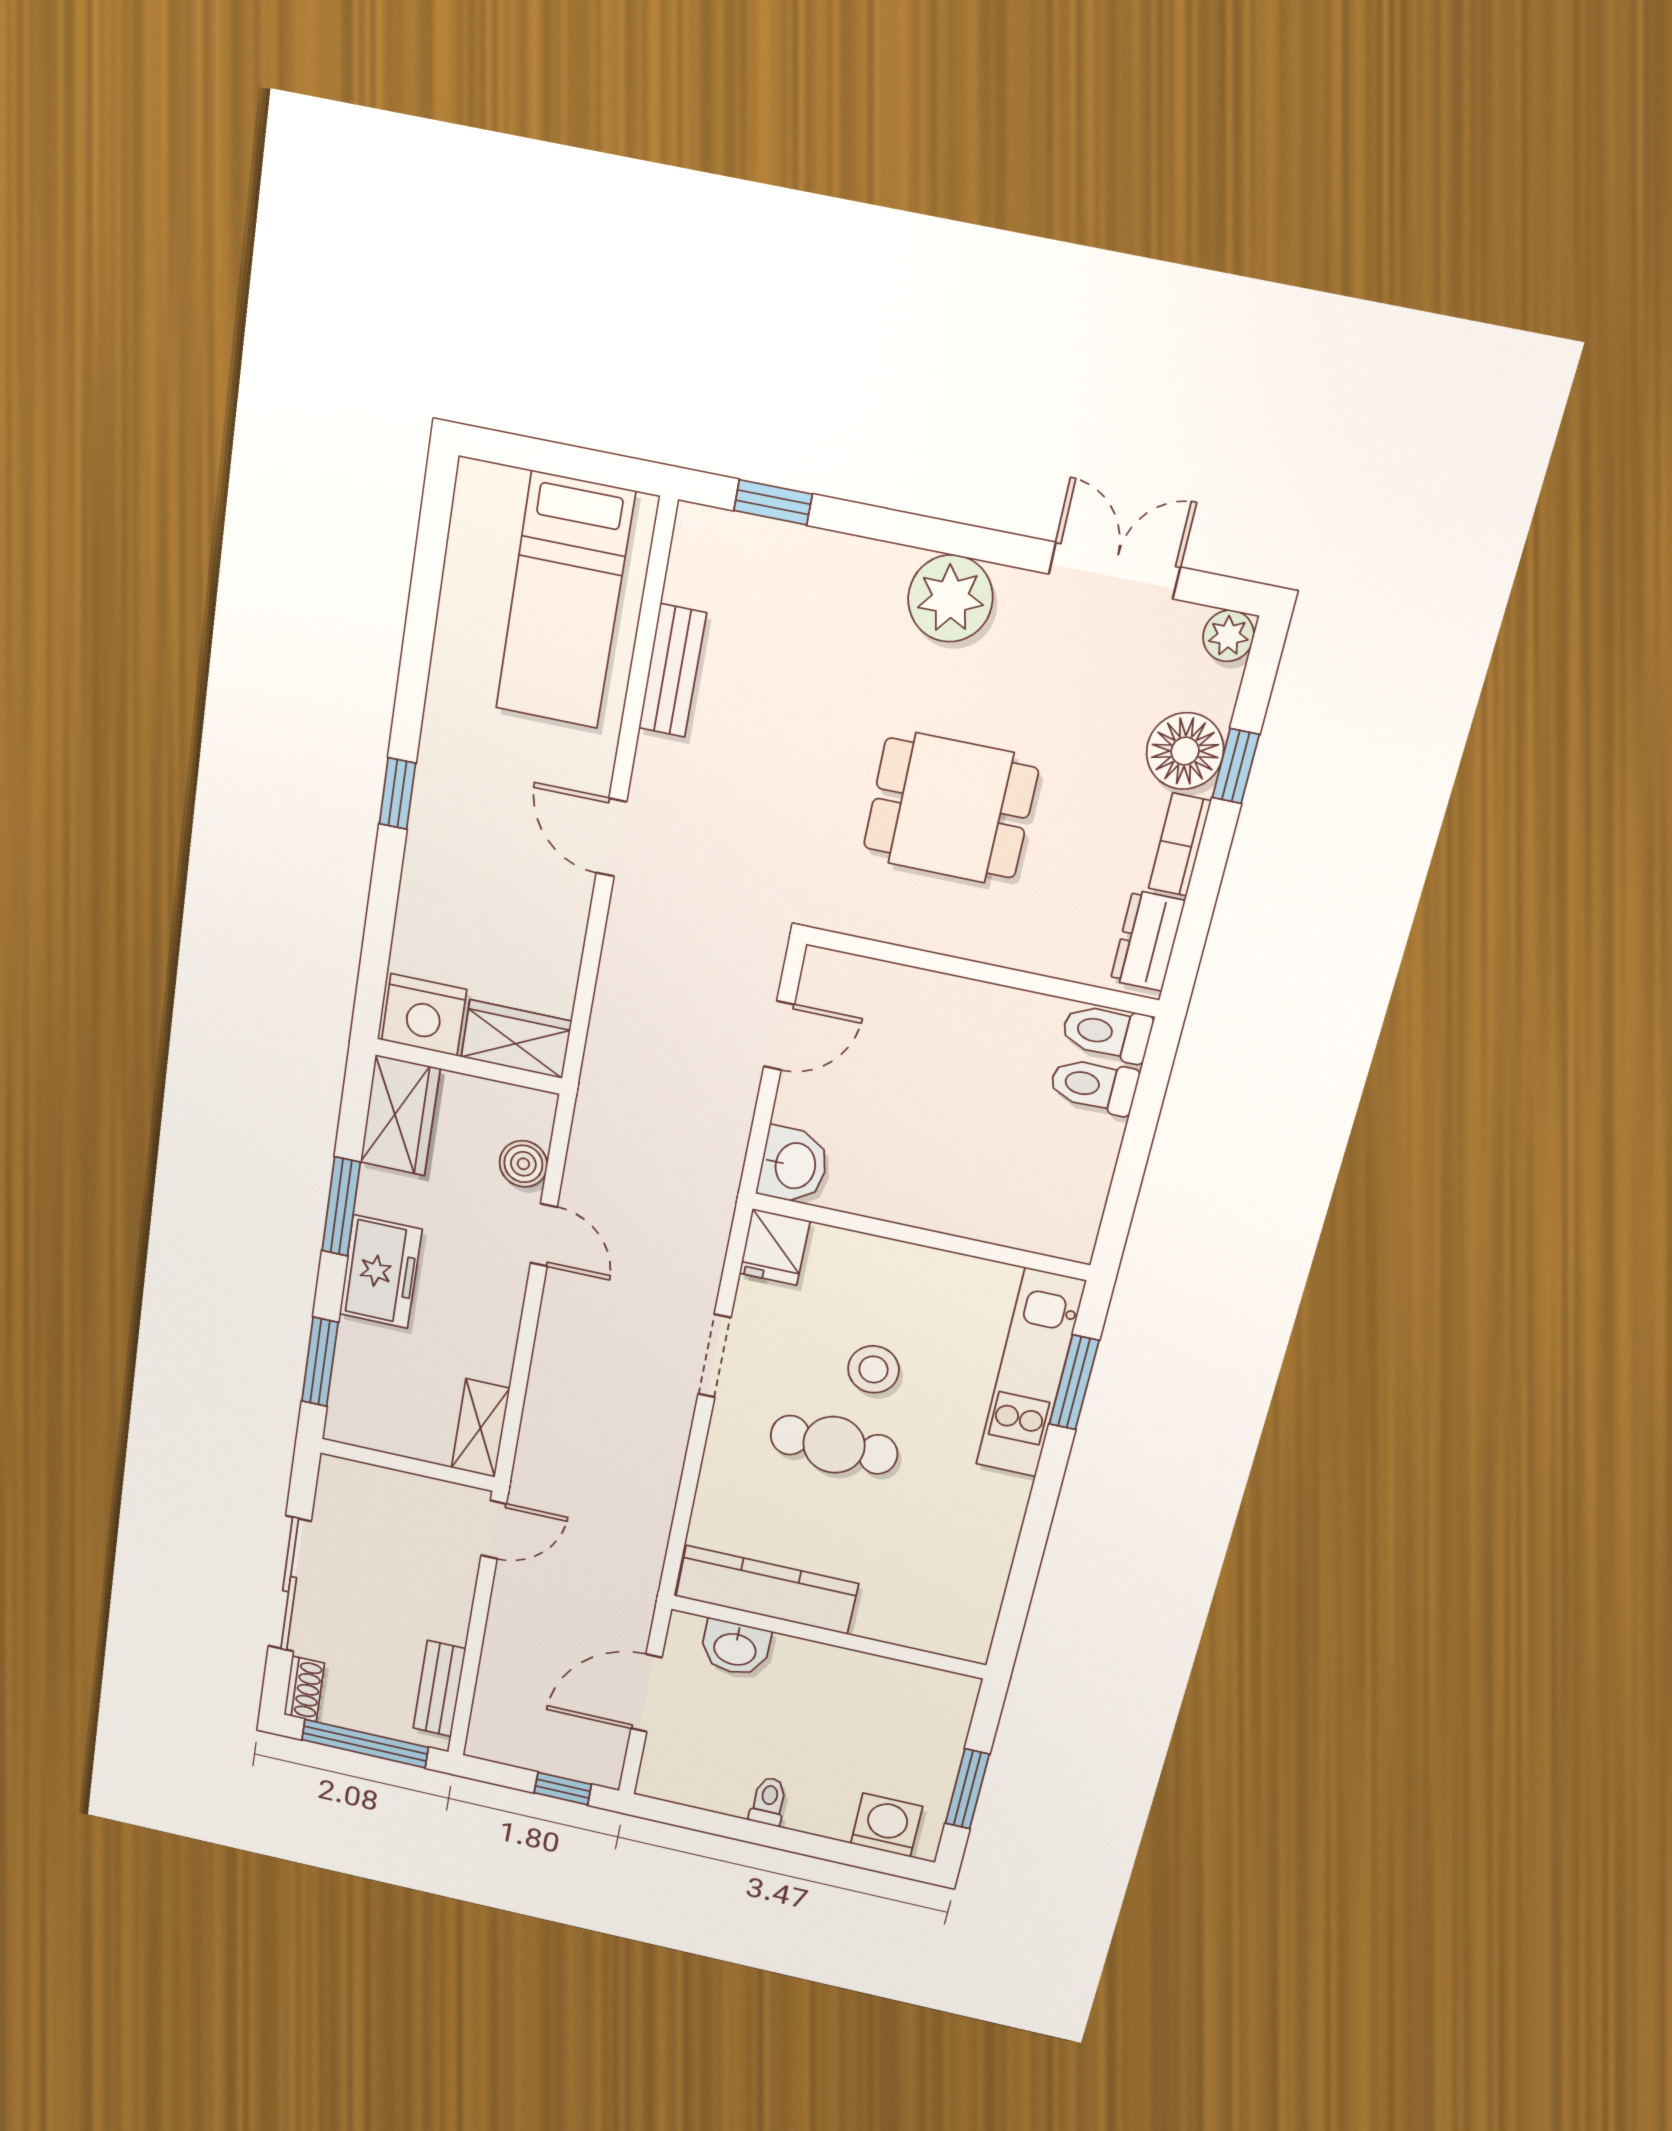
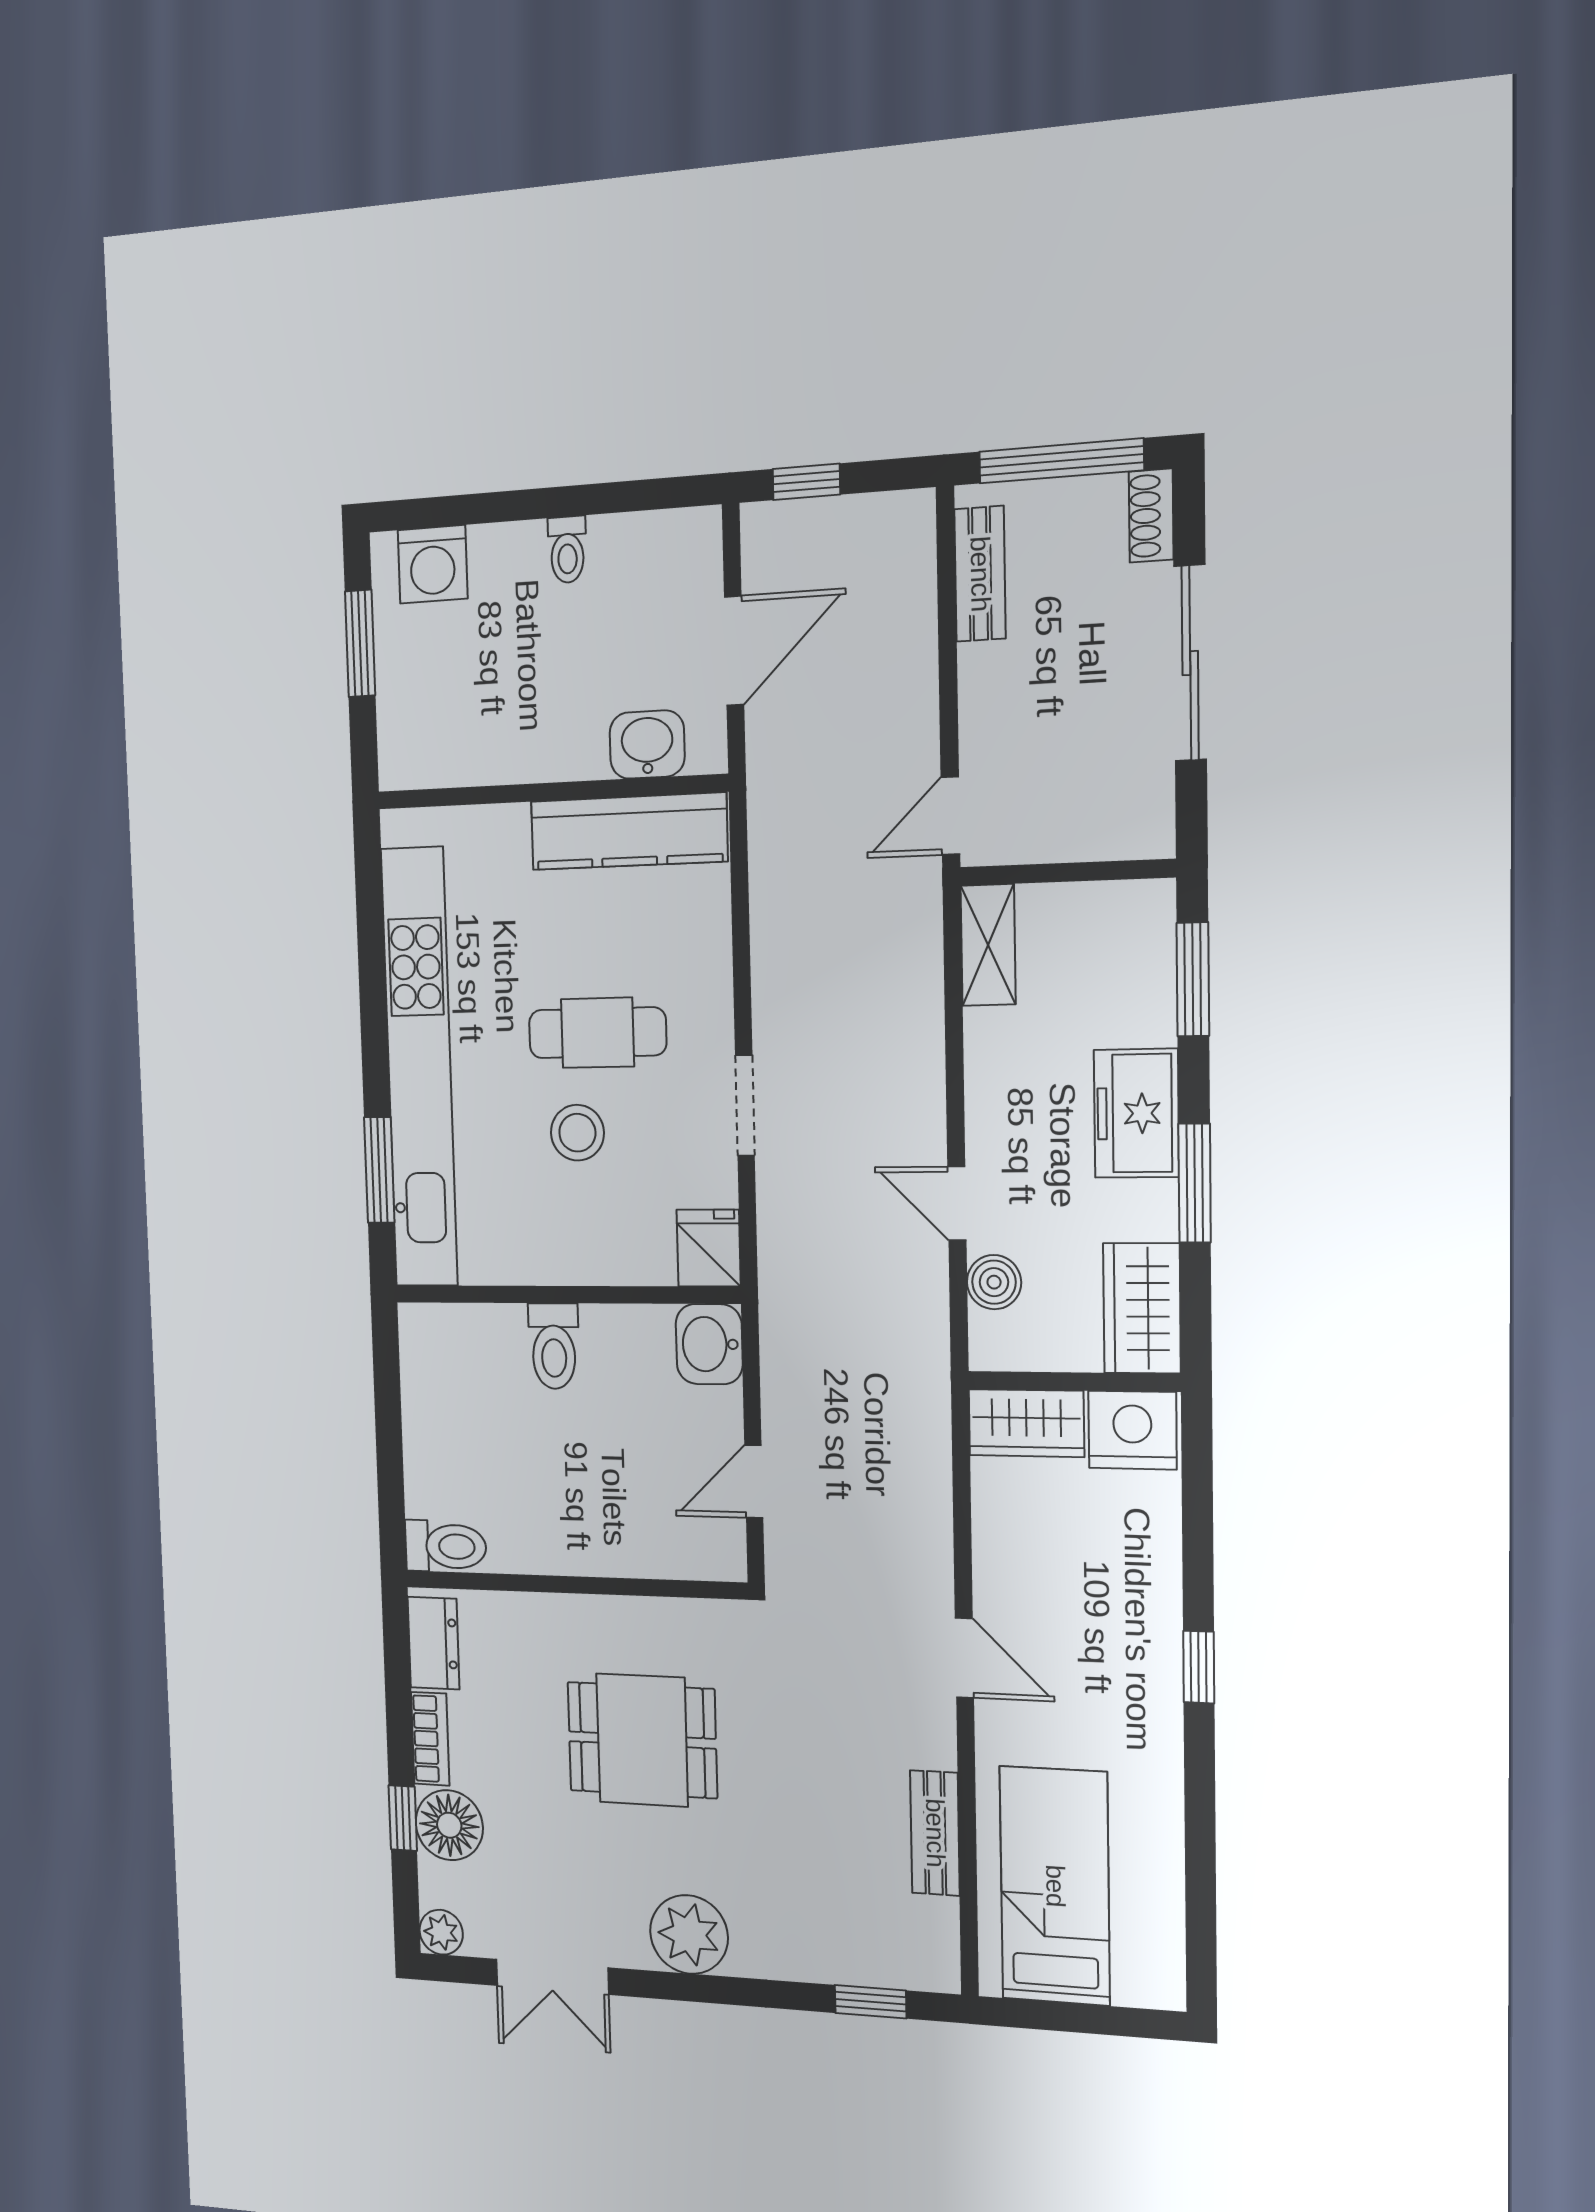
toilet: (1094, 1086) -> (554, 1346), moved, turned 90
kitchen unit: (1030, 1373) -> (419, 1068), width x1.86

